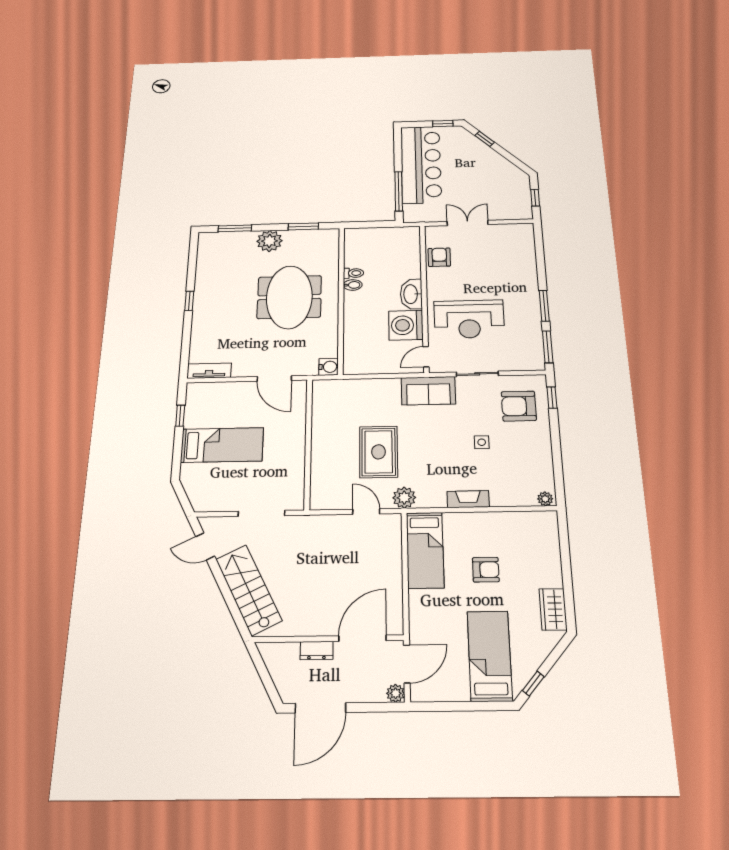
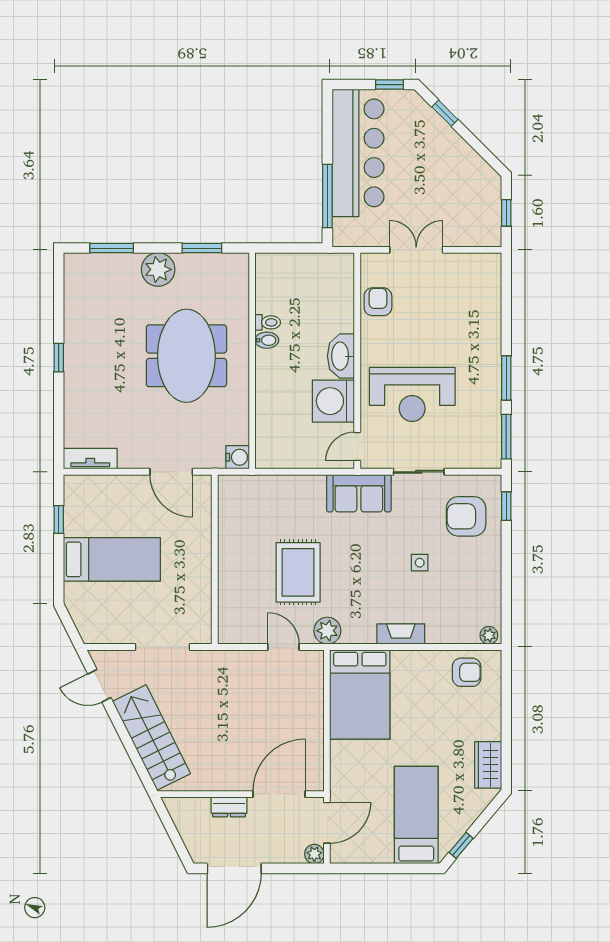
bed: (425, 550) -> (360, 694), width x1.50
armchair: (486, 570) -> (467, 672), moved

